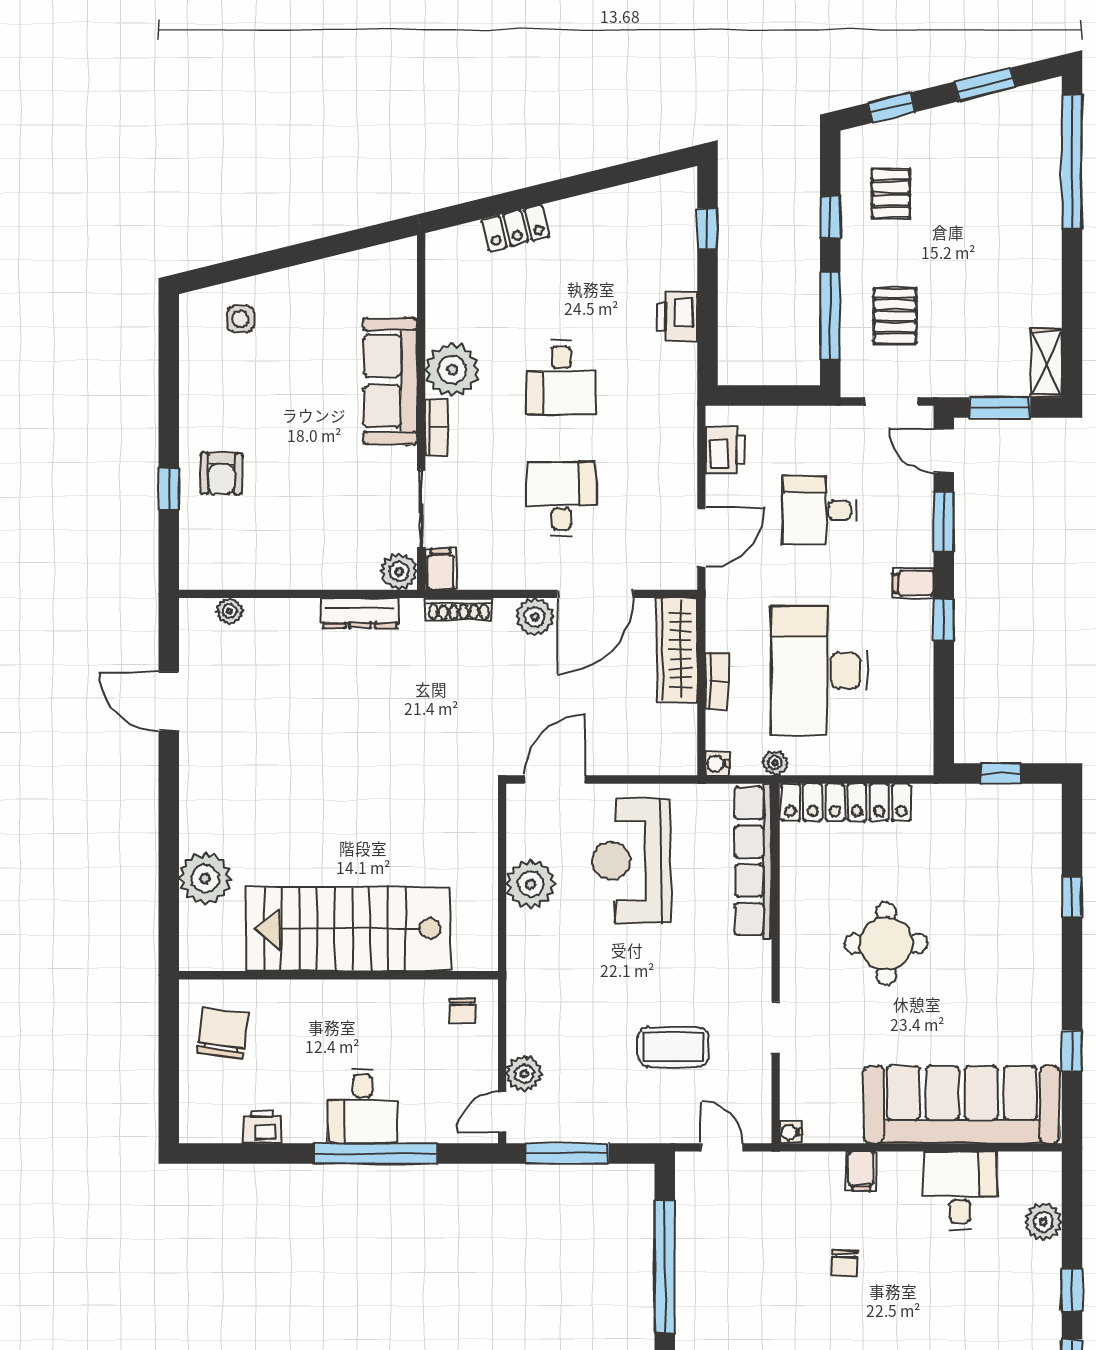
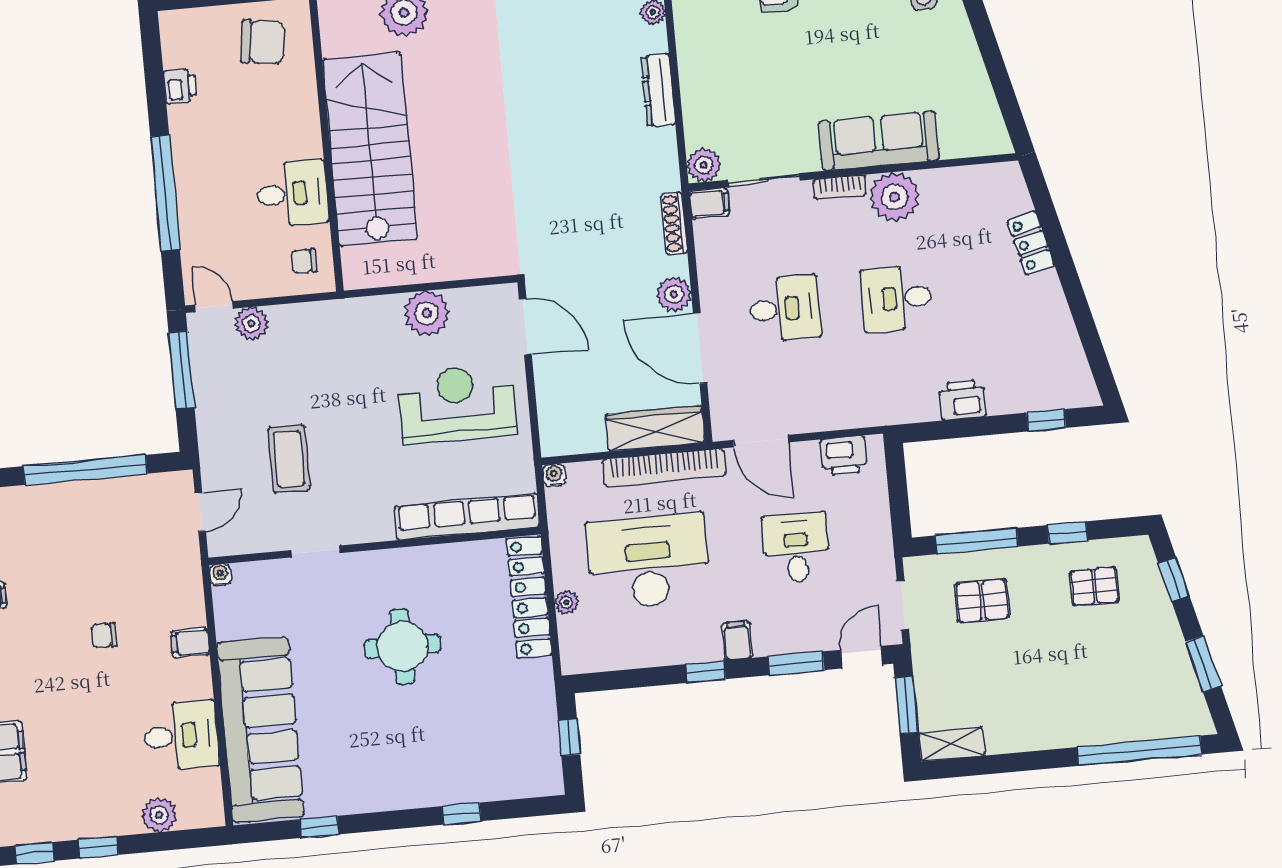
dresser: (360, 613) -> (658, 90), moved
bookcase: (717, 681) -> (664, 468), width x2.31, depth x1.31
plant: (775, 763) -> (566, 602), moved
desk: (362, 1106) -> (292, 194), moved, turned 180

